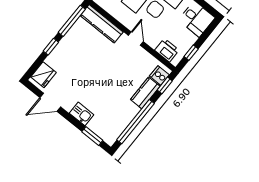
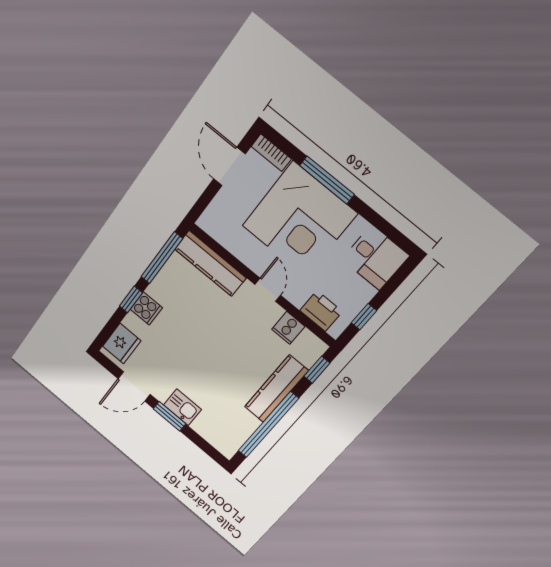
cooker: (61, 52) -> (146, 308), added
cooker: (159, 75) -> (288, 328), moved, turned -90
kitchen counter: (145, 93) -> (276, 389), width x1.50
window: (92, 136) -> (170, 416), moved

